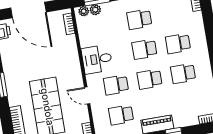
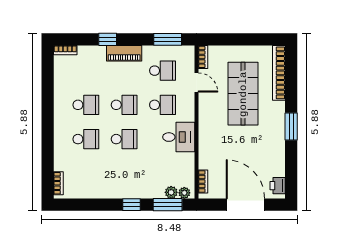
school desk: (139, 19) -> (124, 173), removed
door: (87, 96) -> (197, 83), moved

